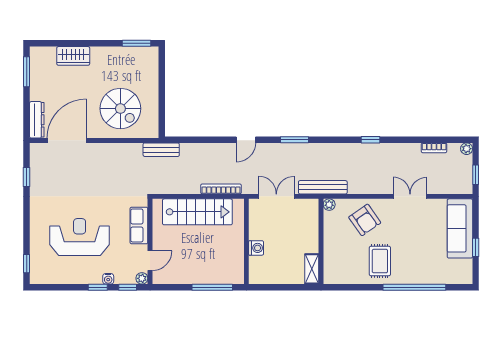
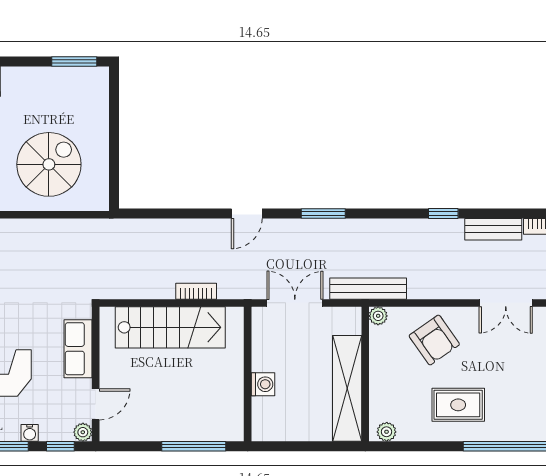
spiral stairs: (120, 109) -> (49, 164), turned -90
bench: (161, 150) -> (493, 229), moved
bookcase: (221, 189) -> (196, 291), width x0.64
double door: (410, 196) -> (506, 303), swing flipped
rug: (380, 261) -> (458, 405), turned 90
shelving: (312, 269) -> (347, 388), width x2.20, depth x1.33
plant: (334, 278) -> (387, 432), added

